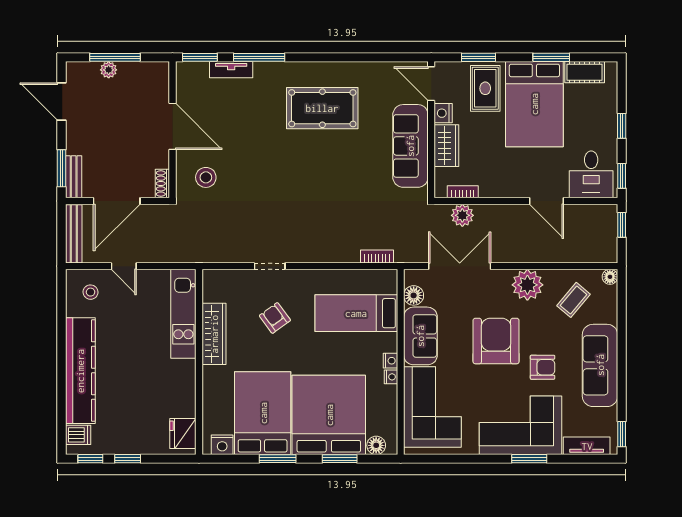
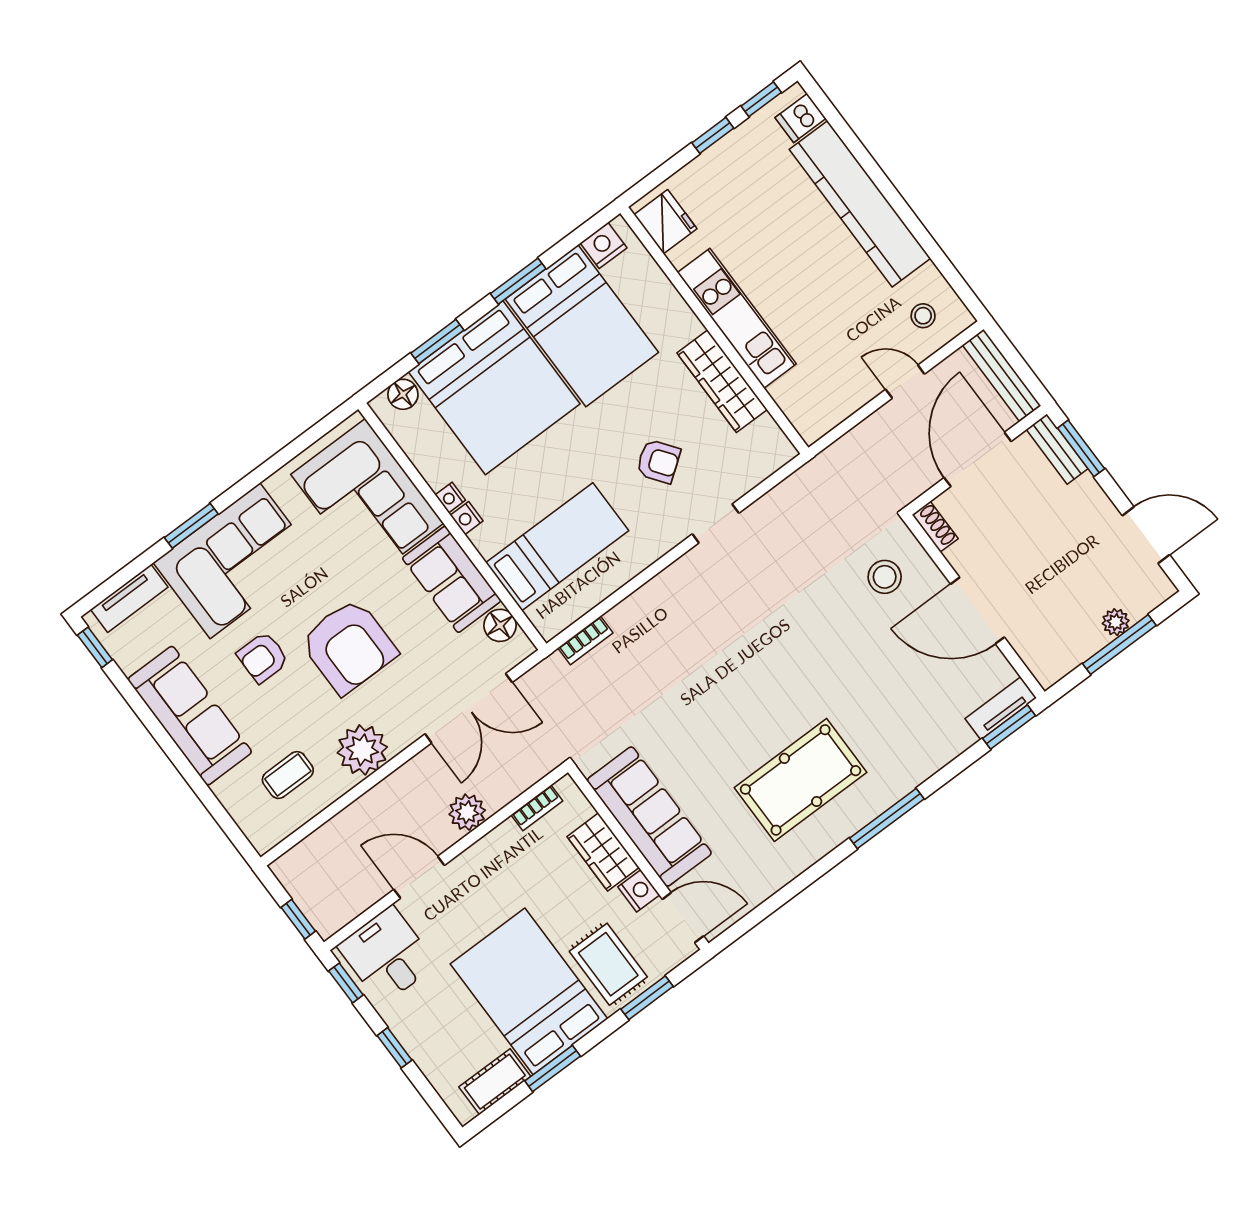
window: (259, 57) -> (887, 818), moved
tv unit: (231, 70) -> (1001, 708), moved
plant: (462, 215) -> (467, 812), moved
floor lamp: (610, 277) -> (263, 840), removed
coffee table: (574, 300) -> (288, 775), turned 50
kitchen unit: (183, 314) -> (737, 318), moved

